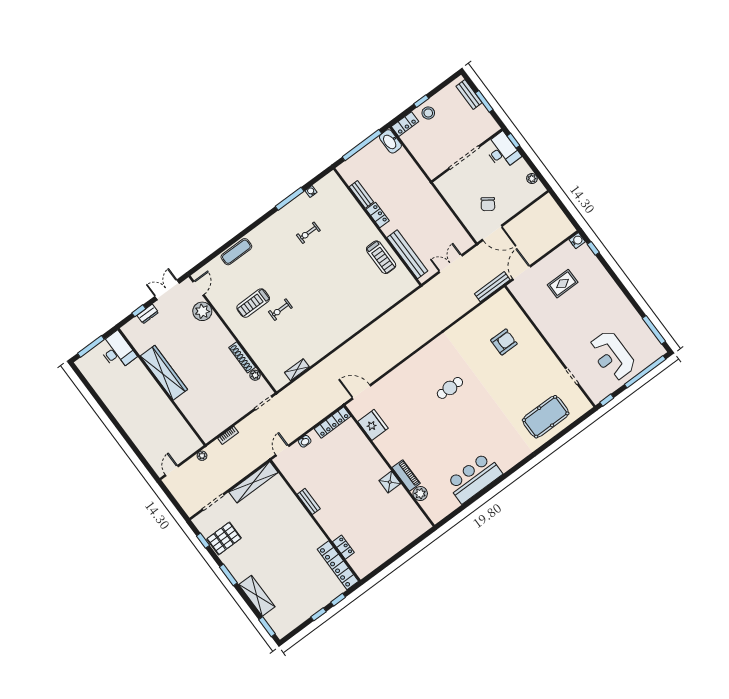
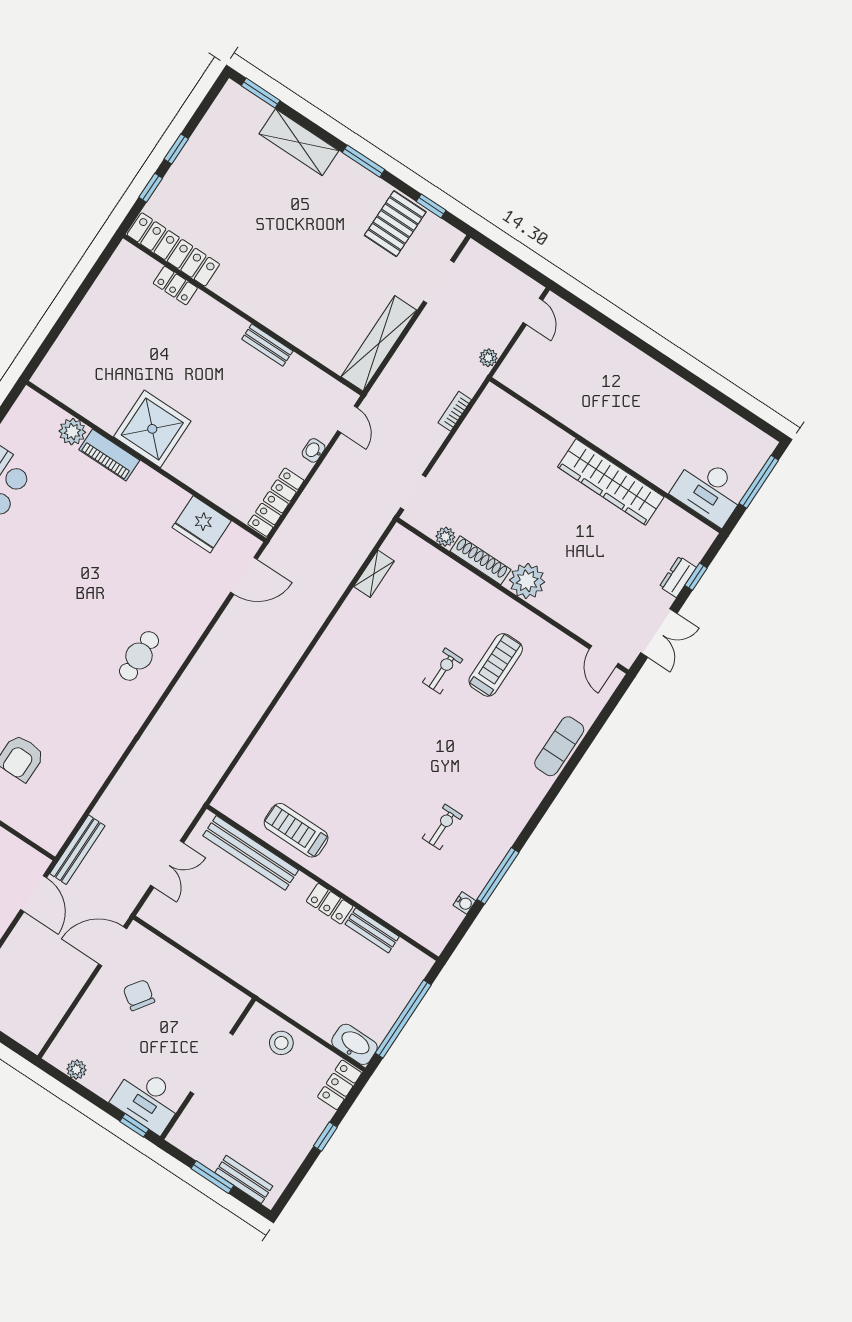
stool: (428, 113) -> (281, 1043), moved
plant: (202, 311) -> (527, 581), moved
cafe table: (450, 388) -> (139, 656), moved
shower: (390, 482) -> (152, 429), width x1.86, depth x1.86

